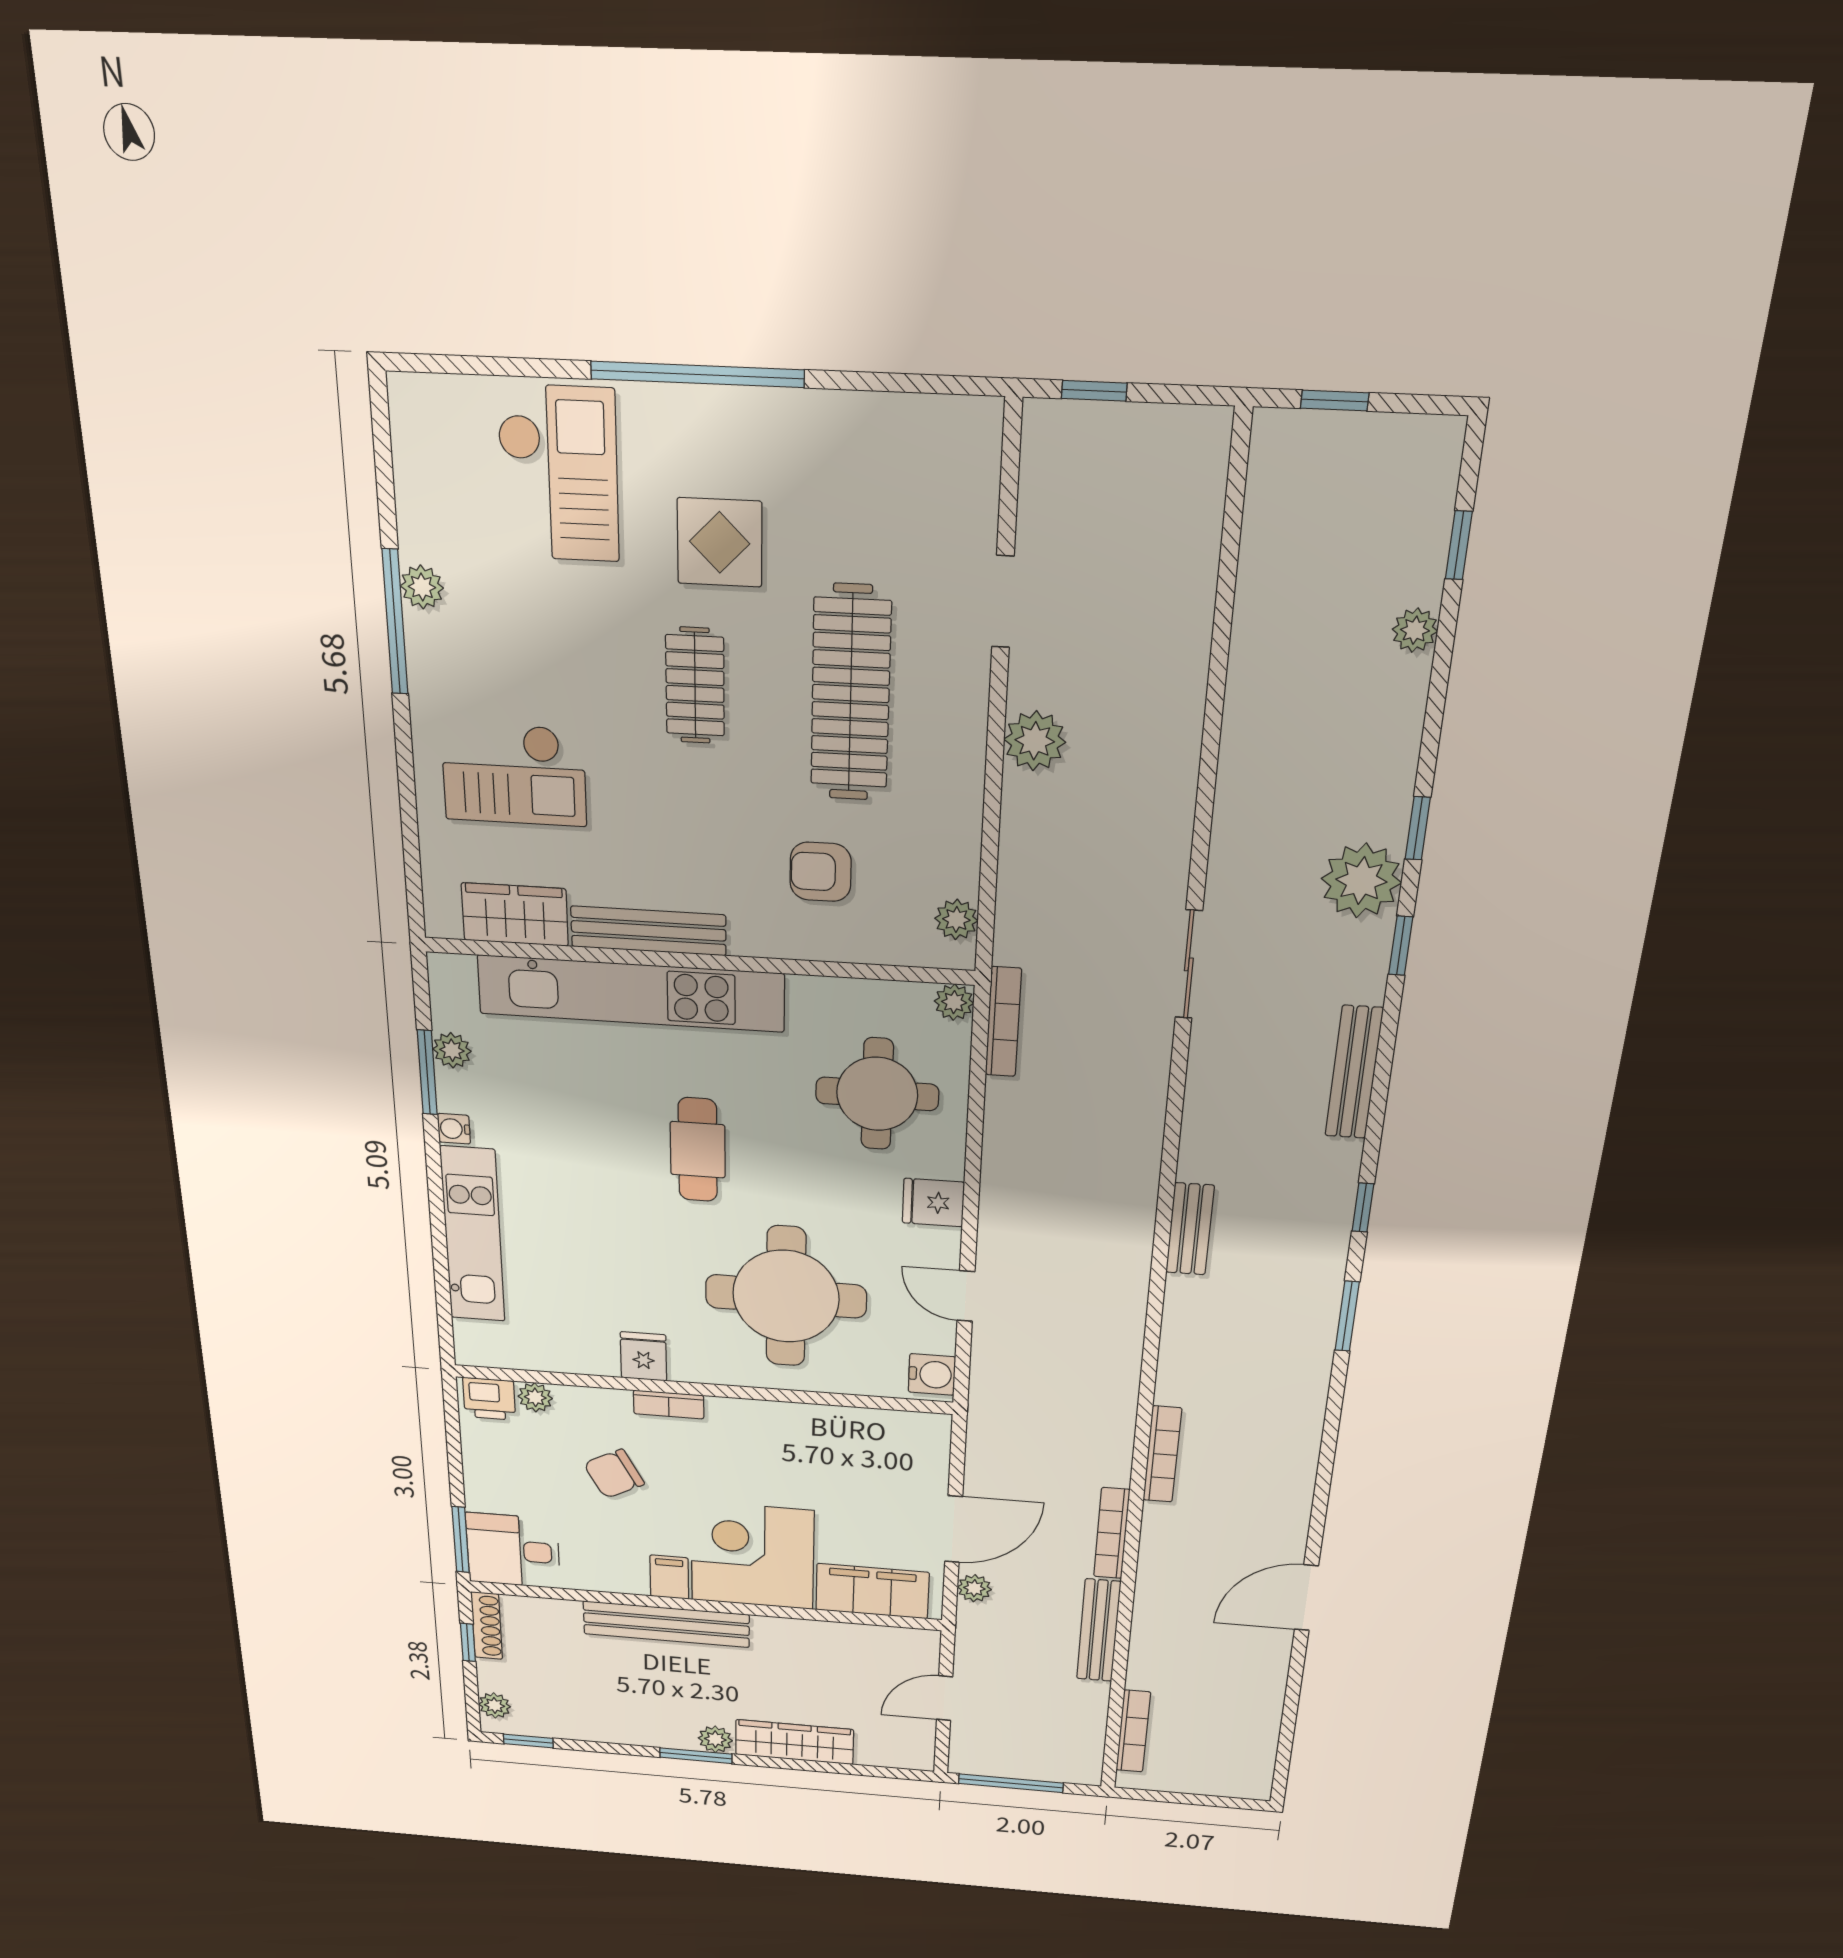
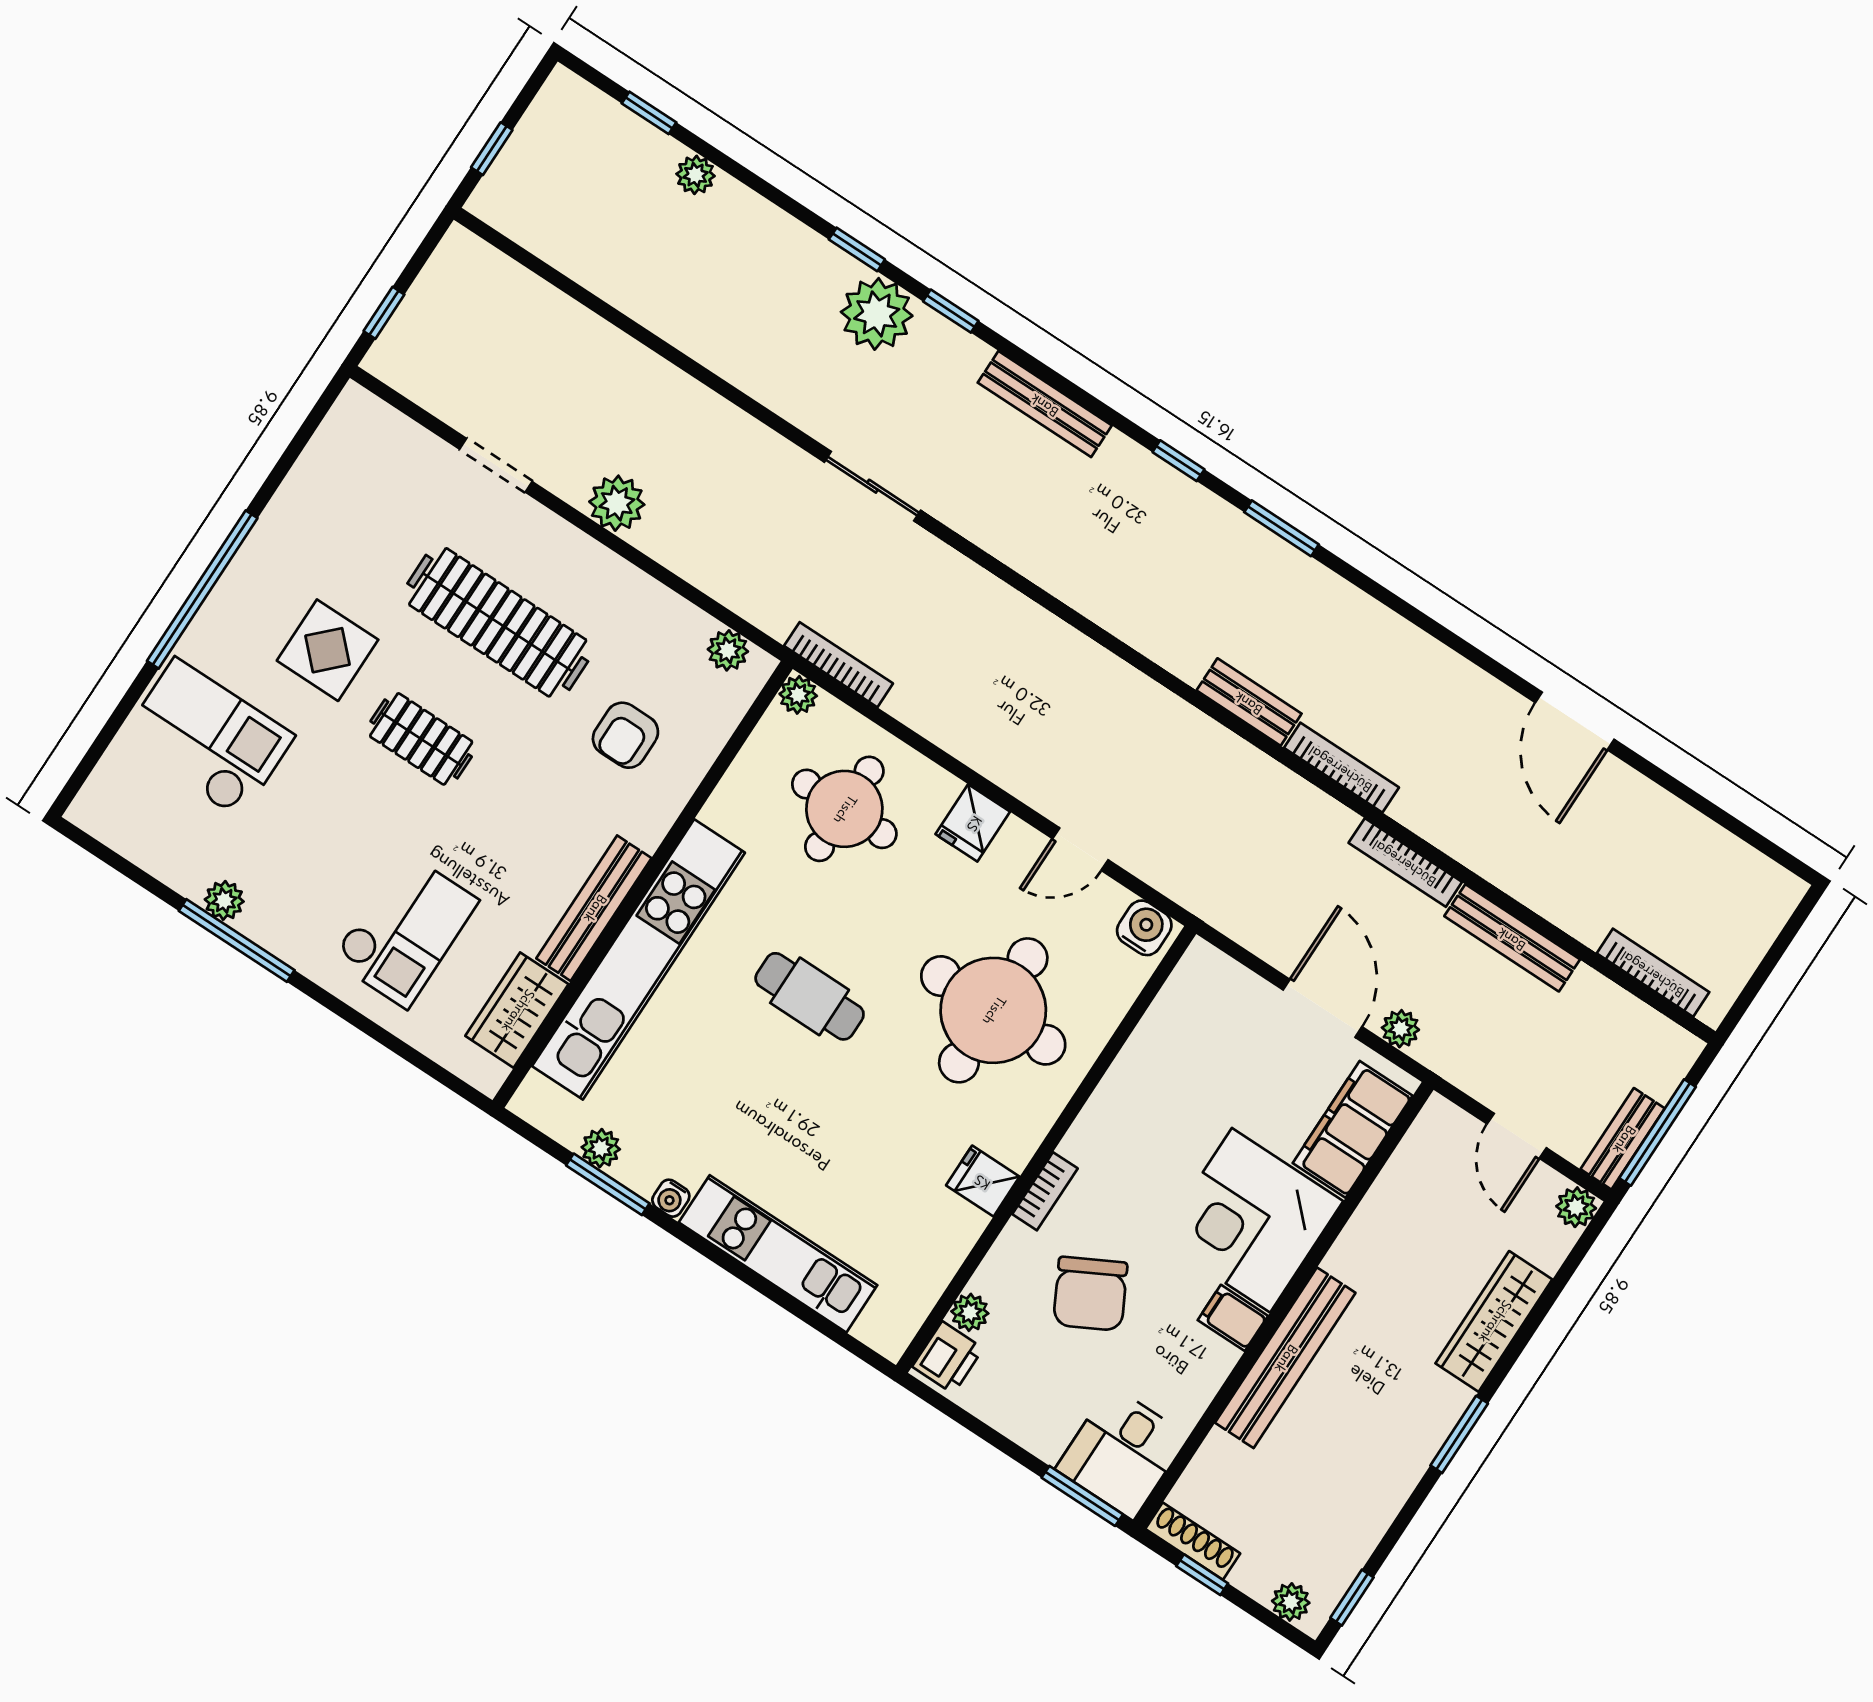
bench: (1190, 1229) -> (1249, 702), moved
chair: (614, 1474) -> (1090, 1294), width x1.37, depth x1.37
plant: (715, 1739) -> (1576, 1207), moved
bench: (990, 1764) -> (1623, 1139), added

